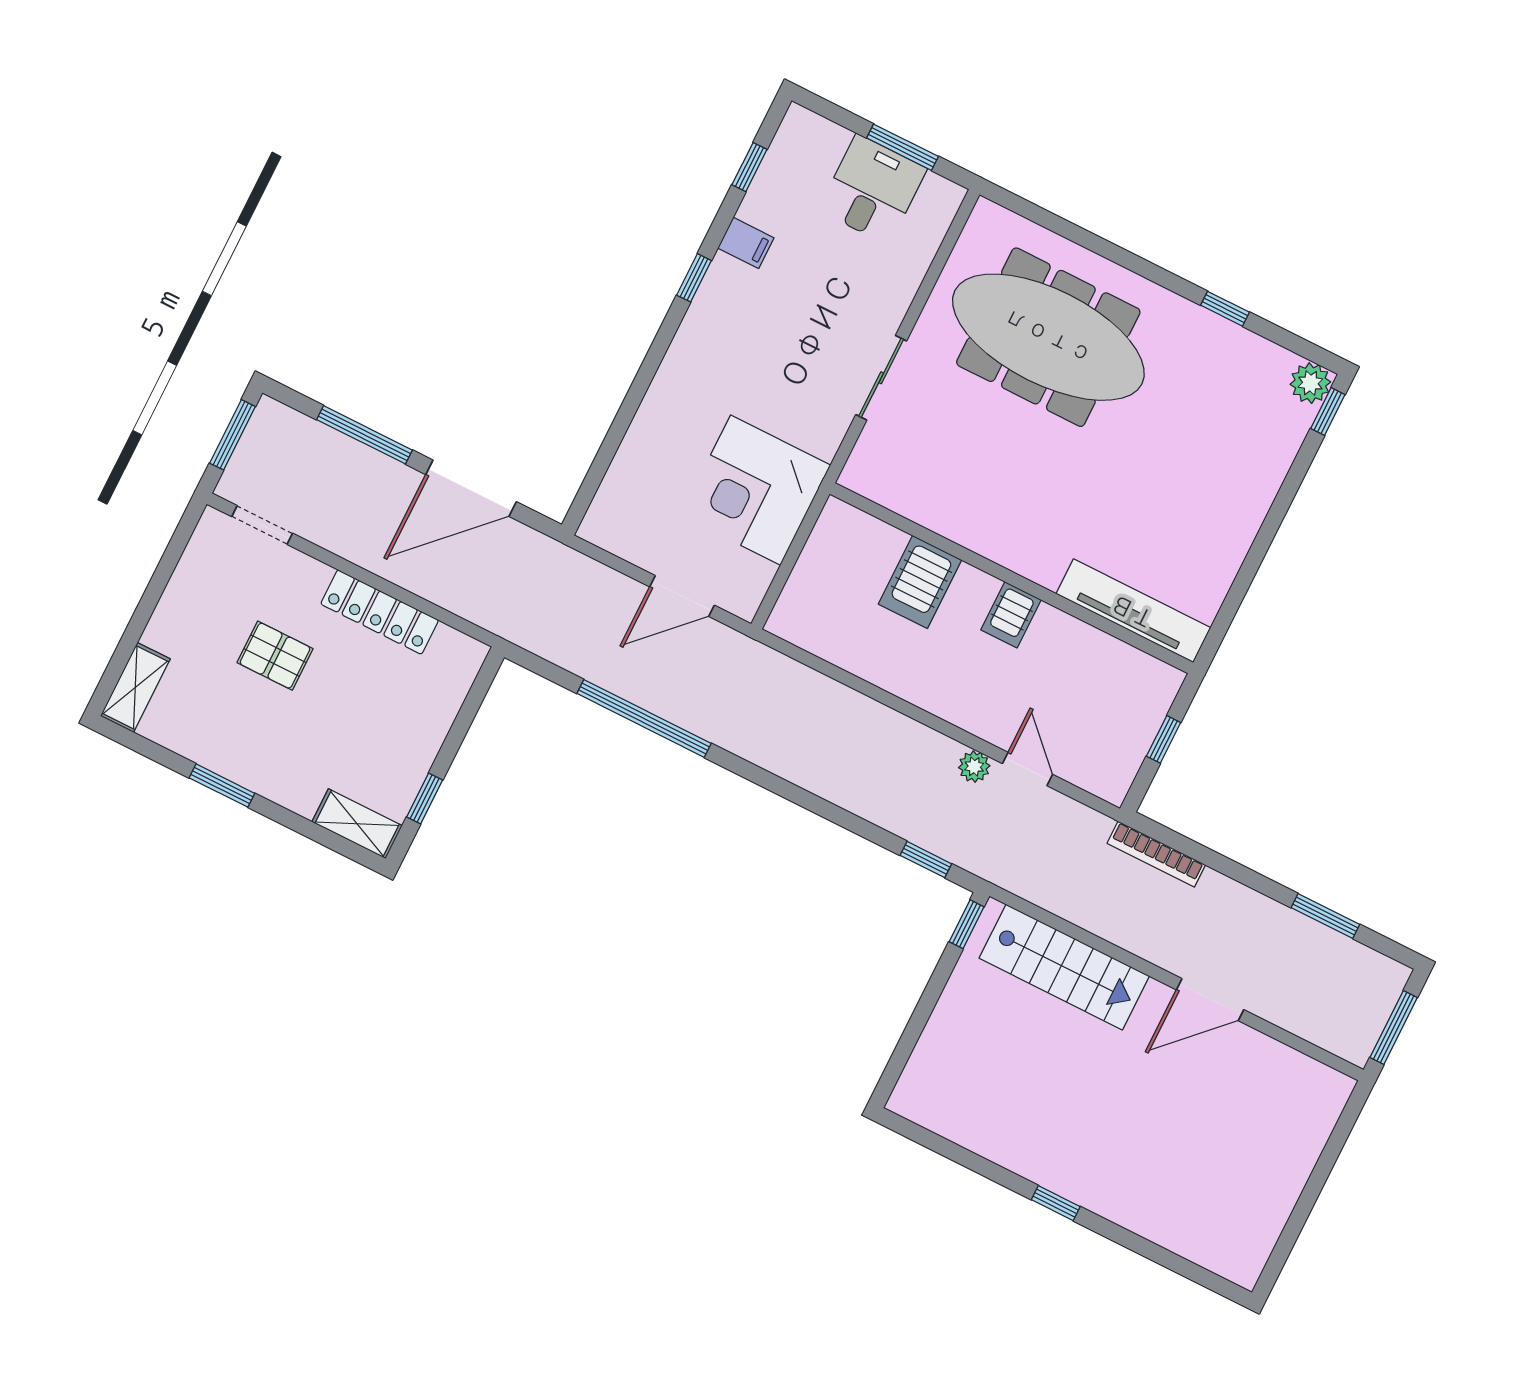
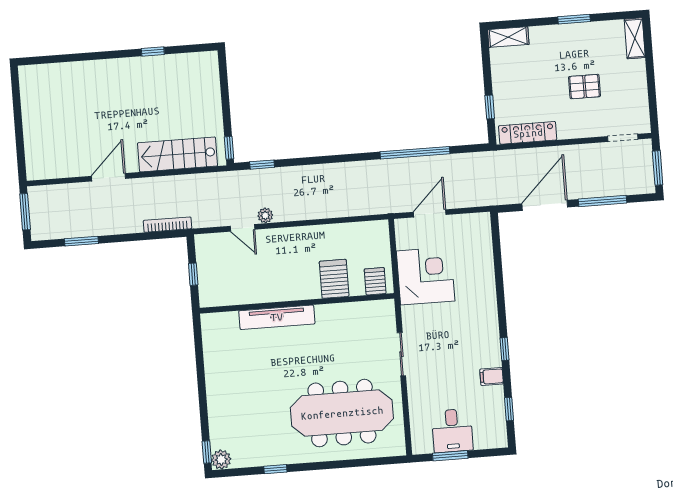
tv unit: (1133, 611) -> (277, 317), moved
locker: (380, 612) -> (528, 133), moved
server rack: (1011, 615) -> (375, 281), moved
window: (425, 798) -> (490, 107), moved
window: (1056, 1203) -> (153, 52), moved

